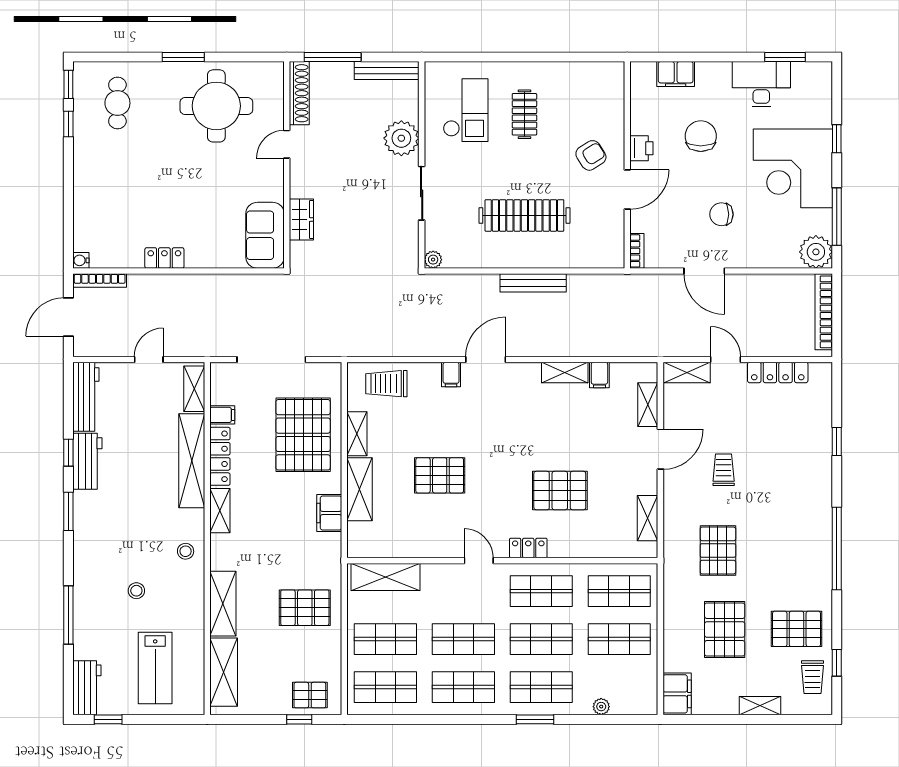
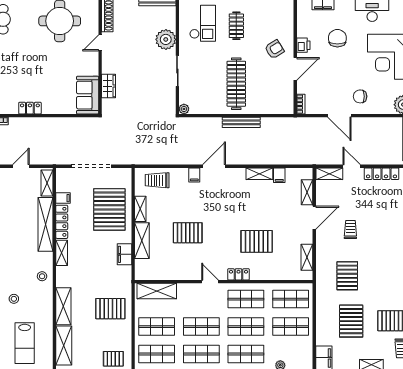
chair: (721, 214) -> (360, 96), moved
clothes rail: (524, 215) -> (236, 84), turned 90

